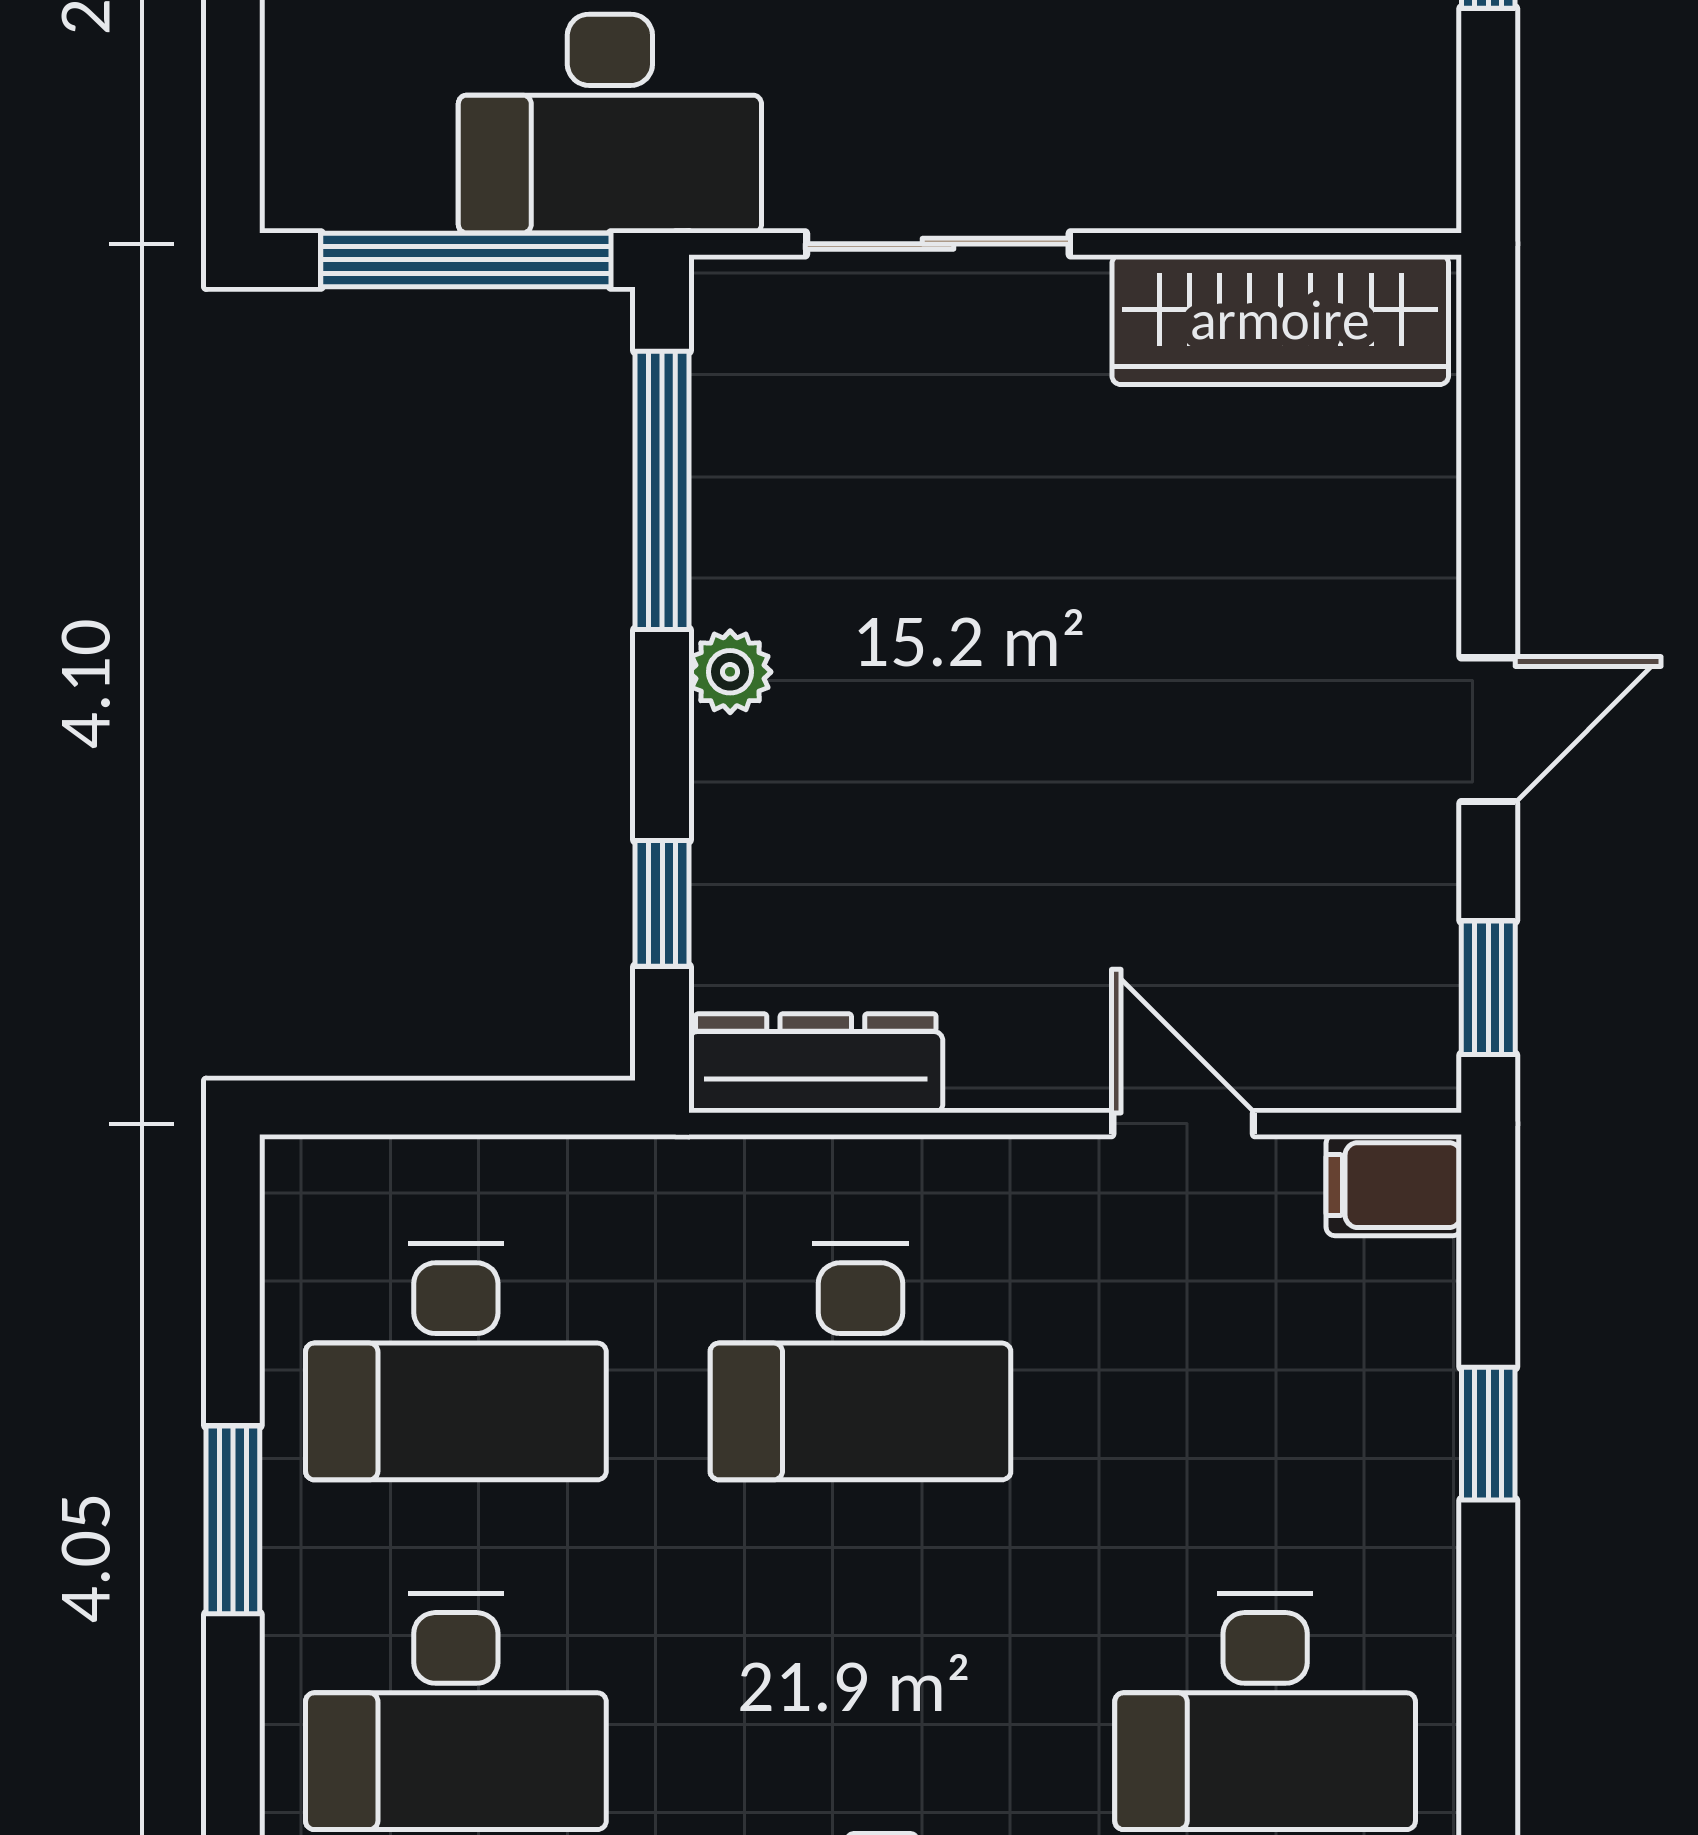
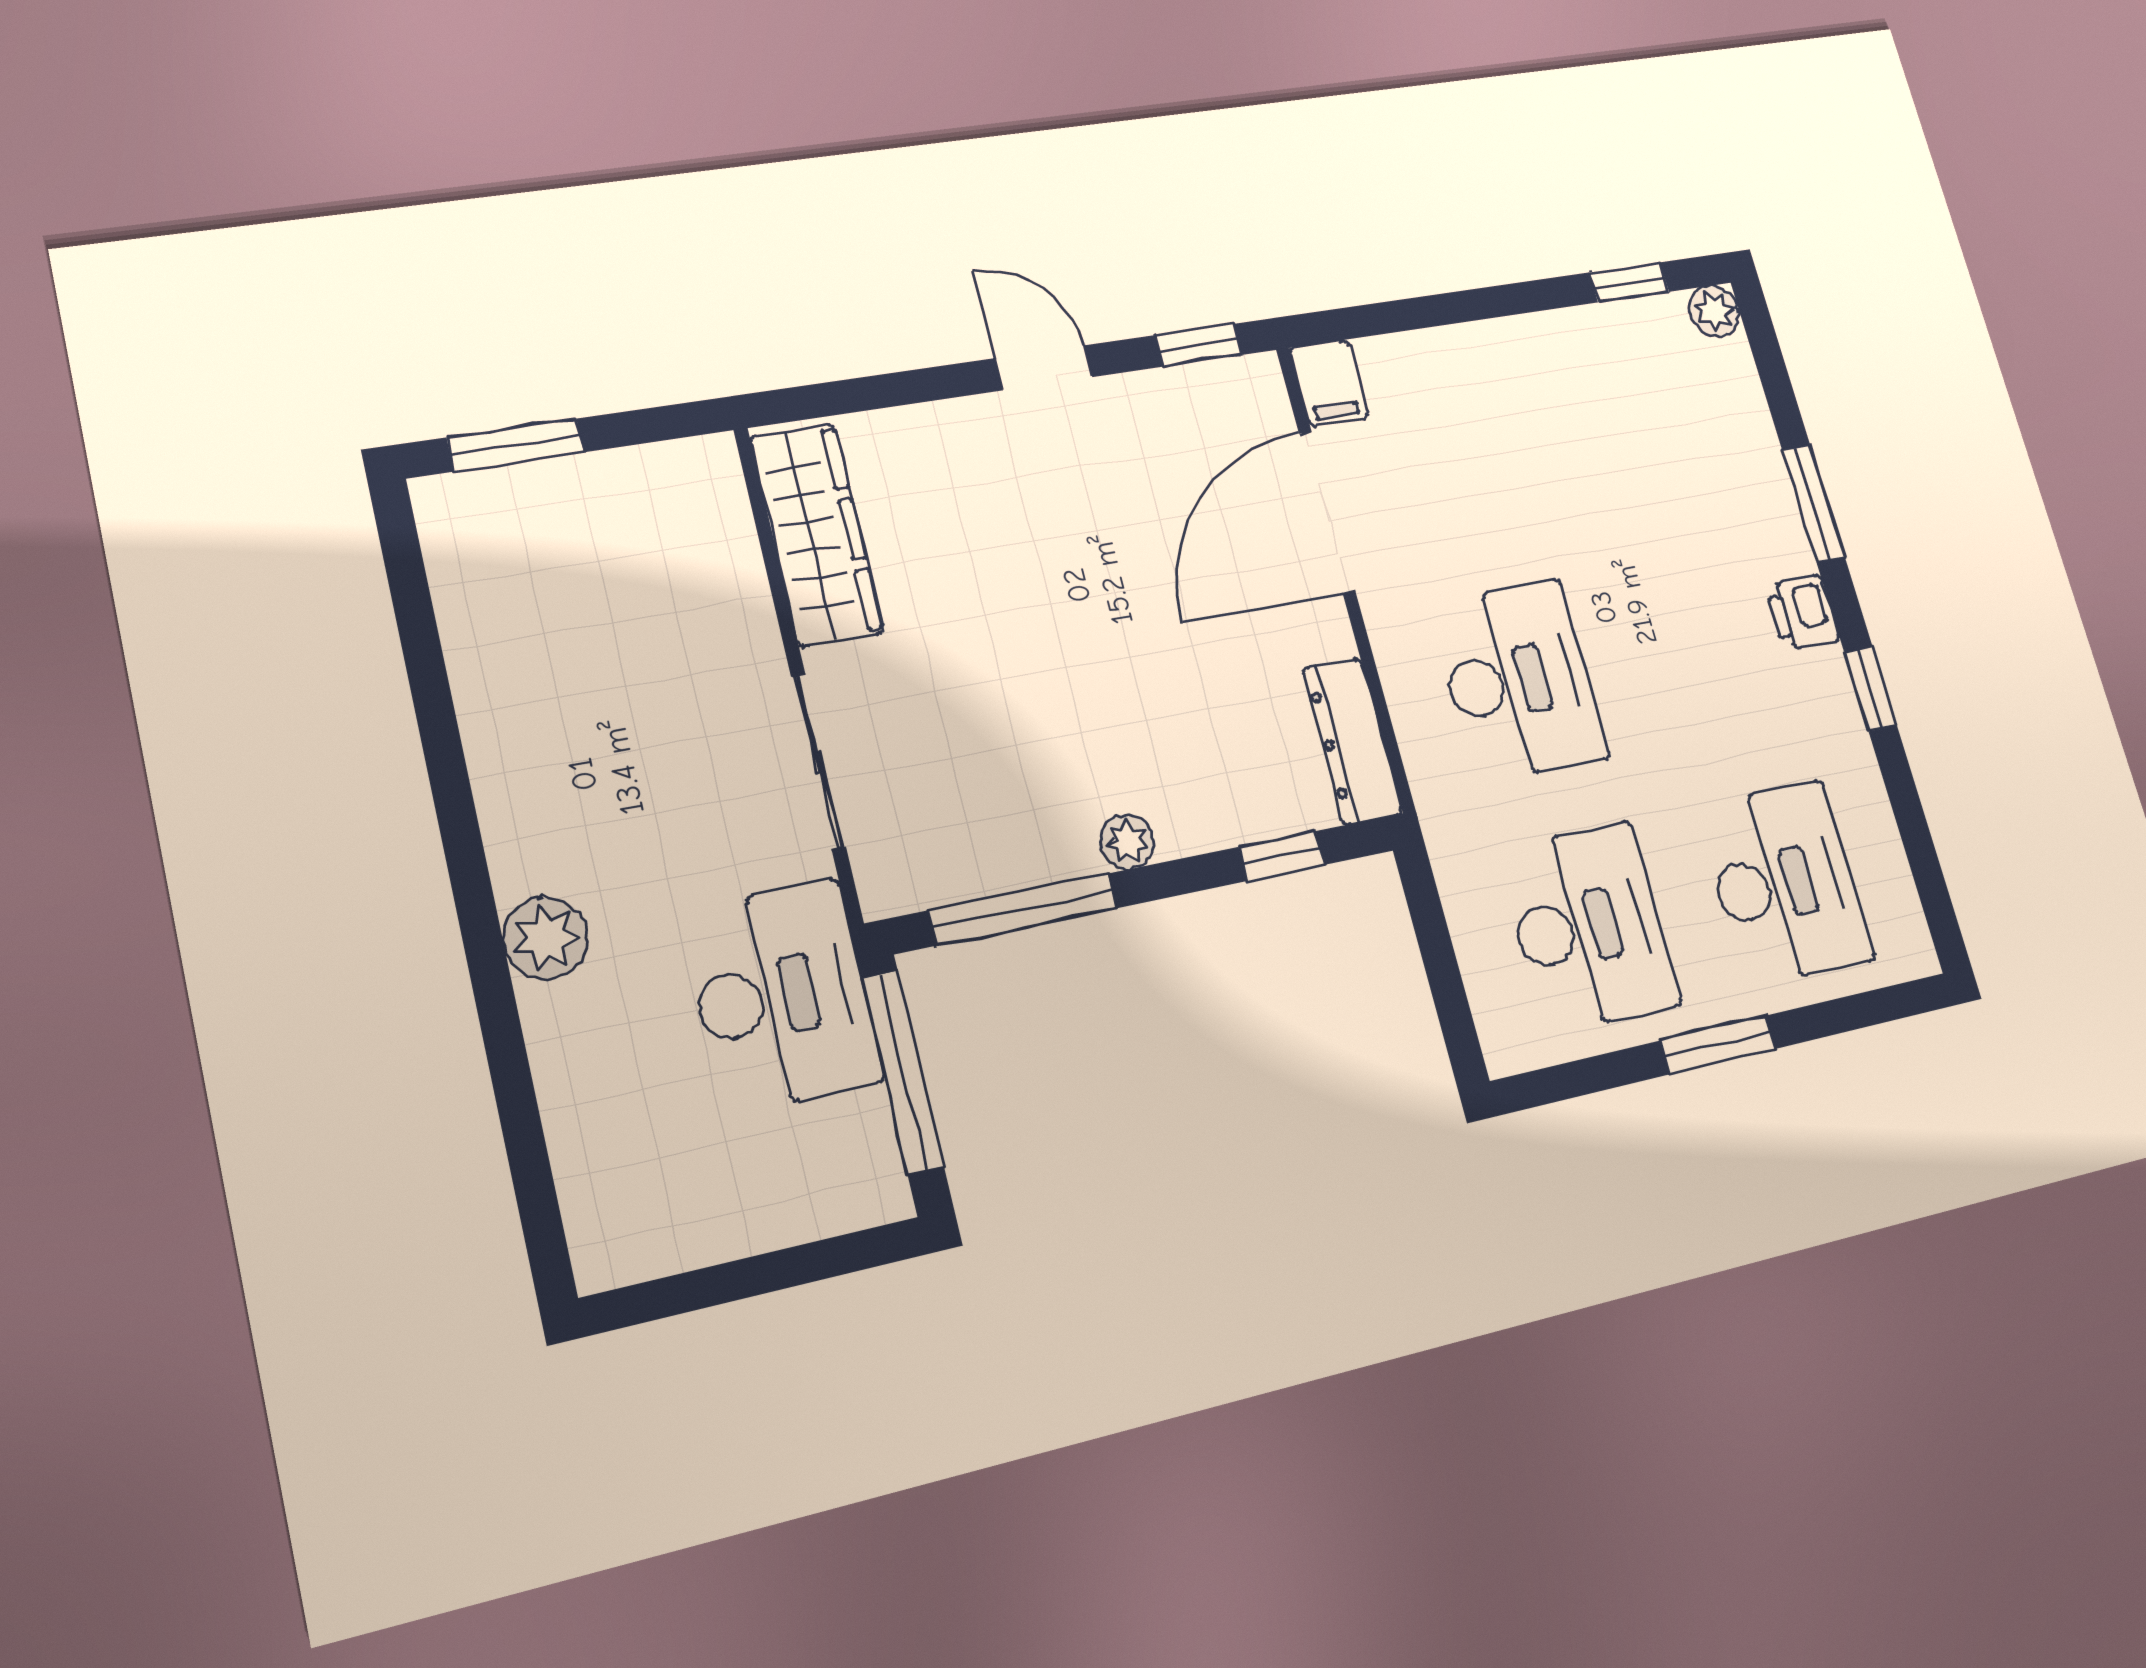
door: (1183, 1124) -> (1327, 512), width x1.88
window: (1488, 1434) -> (1629, 282), moved
desk: (1265, 1712) -> (1643, 411), removed

